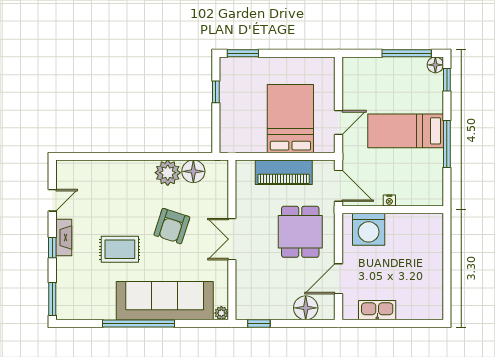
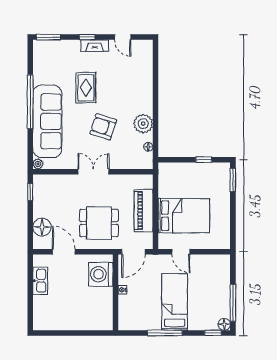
floor lamp: (193, 171) -> (148, 147), width x0.53, depth x0.53

